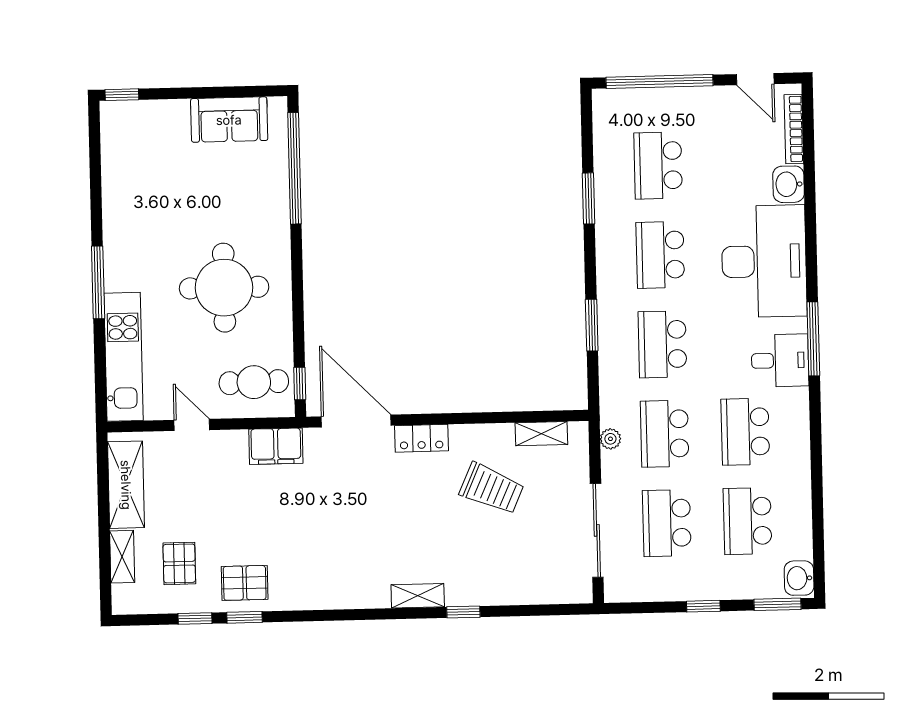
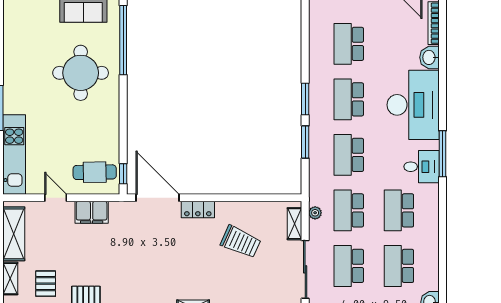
window: (589, 198) -> (305, 99), moved
round table: (224, 288) -> (81, 73), moved
shelving: (541, 434) -> (294, 224), moved, turned 90
filing cabinet: (276, 446) -> (92, 212), moved

